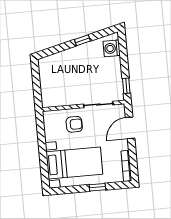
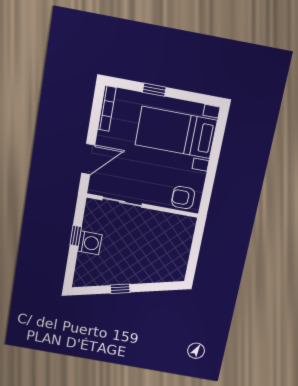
washing machine: (112, 48) -> (90, 243), moved
window: (126, 86) -> (76, 236), moved
armchair: (74, 124) -> (183, 198), moved

